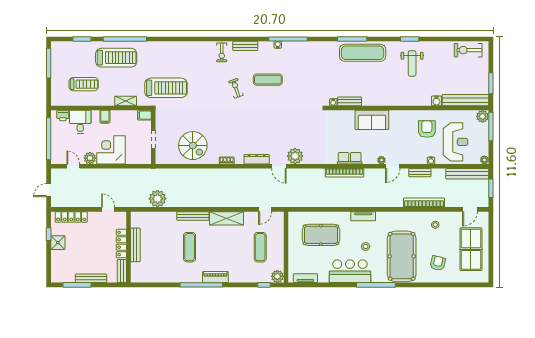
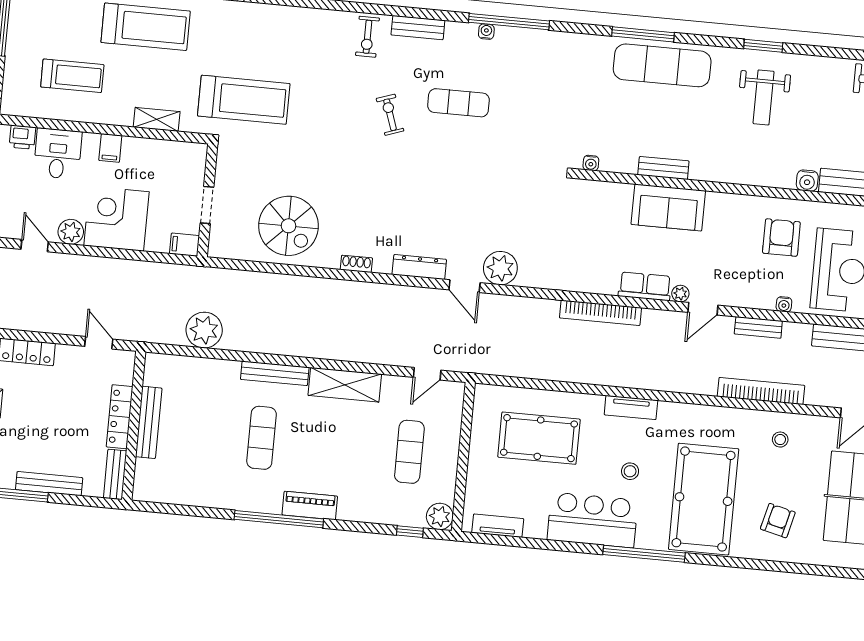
bench: (350, 101) -> (663, 168), moved
filing cabinet: (144, 115) -> (185, 245), moved
row of seats: (350, 158) -> (645, 286), moved

